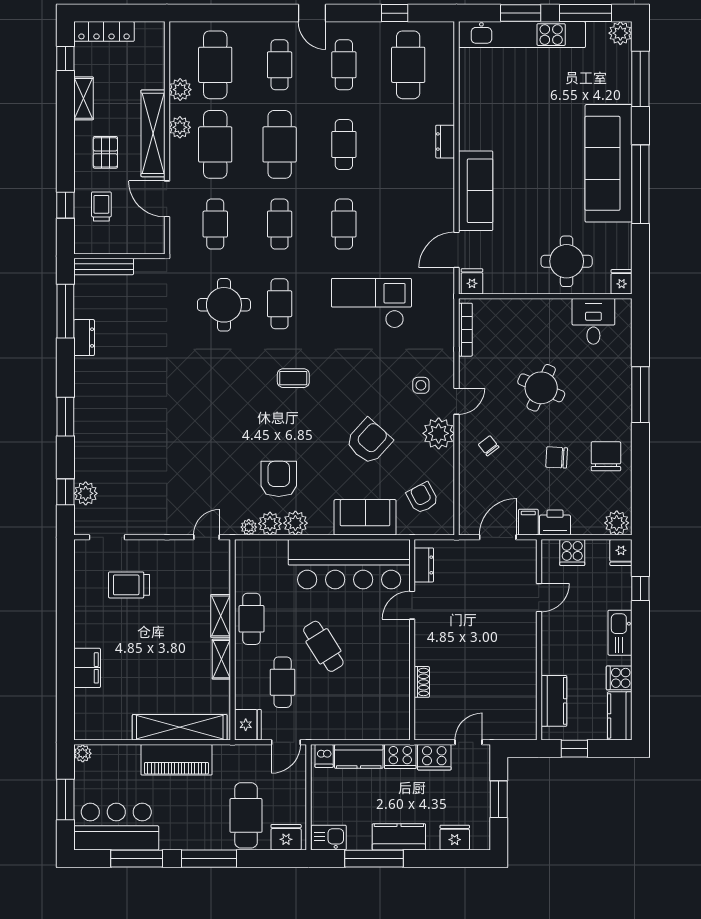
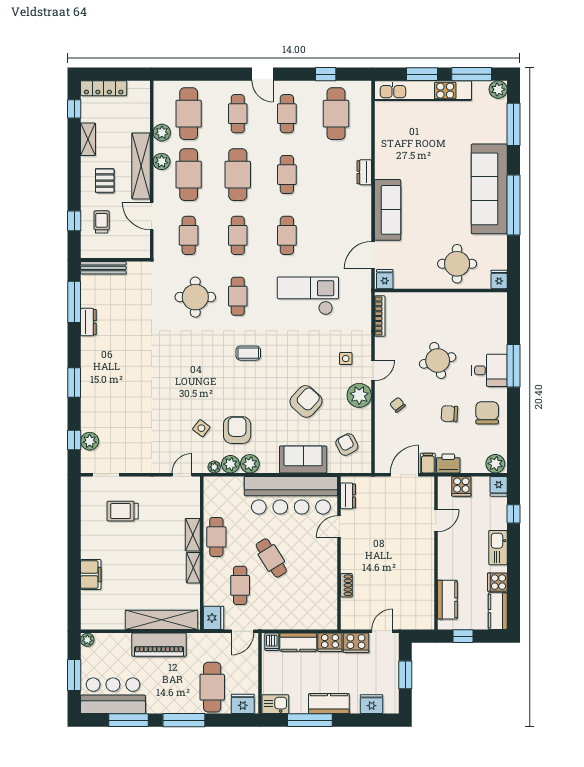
desk: (593, 321) -> (489, 370), moved, turned 90
round table: (541, 388) -> (438, 360), turned -38
side table: (232, 476) -> (201, 428), added

